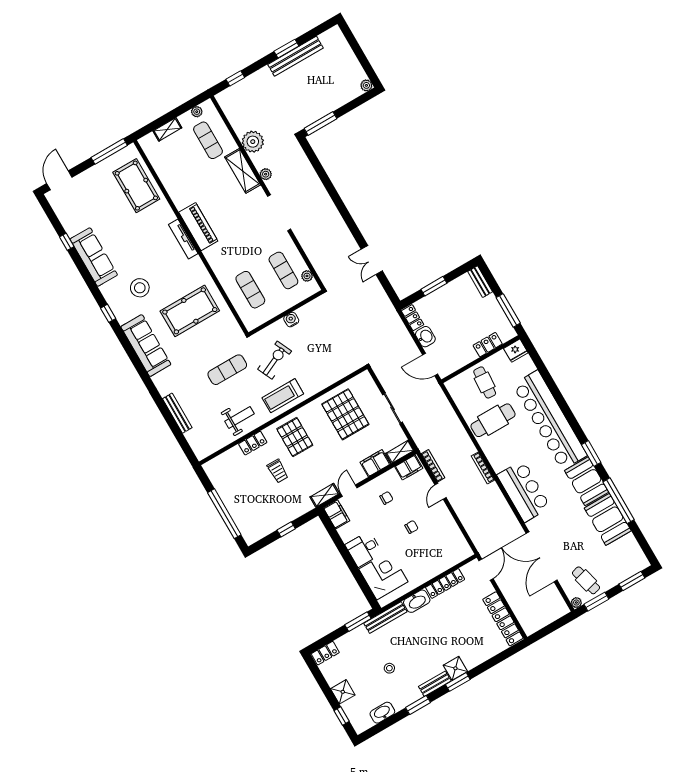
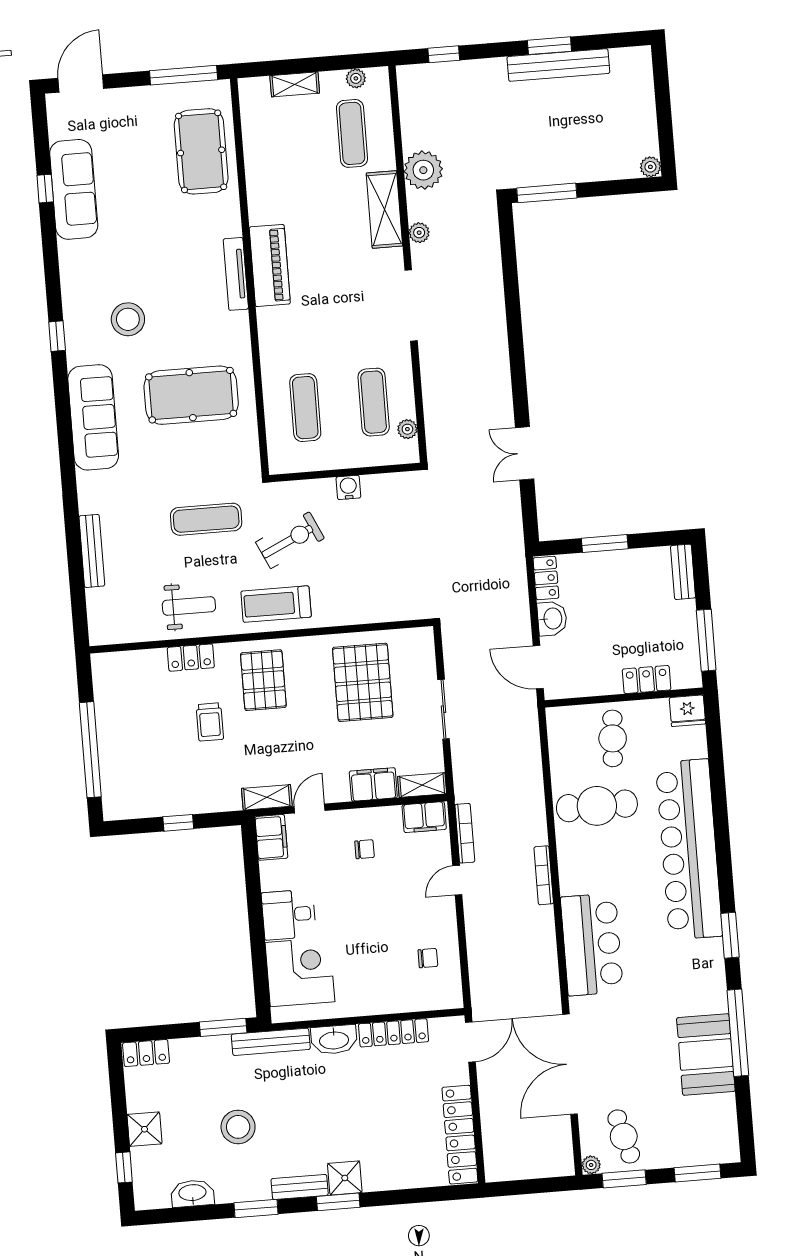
sofa: (94, 257) -> (74, 189), moved
booth: (587, 481) -> (701, 977), removed
chair: (411, 527) -> (428, 958), moved
stool: (389, 668) -> (238, 1127), width x1.89, depth x1.89

